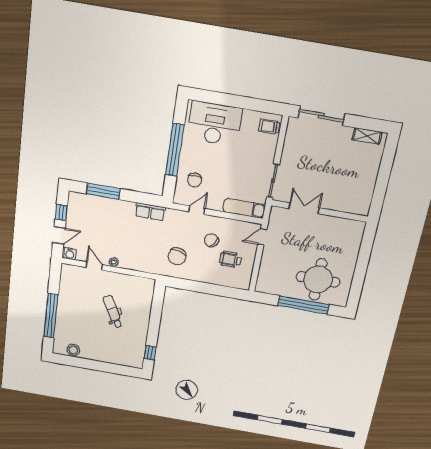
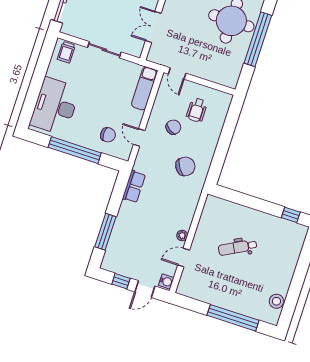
sliding door: (273, 181) -> (104, 50), moved
door: (59, 235) -> (145, 289), swing flipped
chair: (211, 240) -> (173, 127), turned 180
chair: (177, 256) -> (185, 166), turned -48

